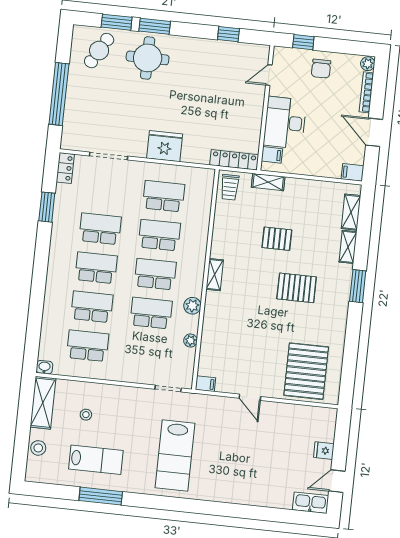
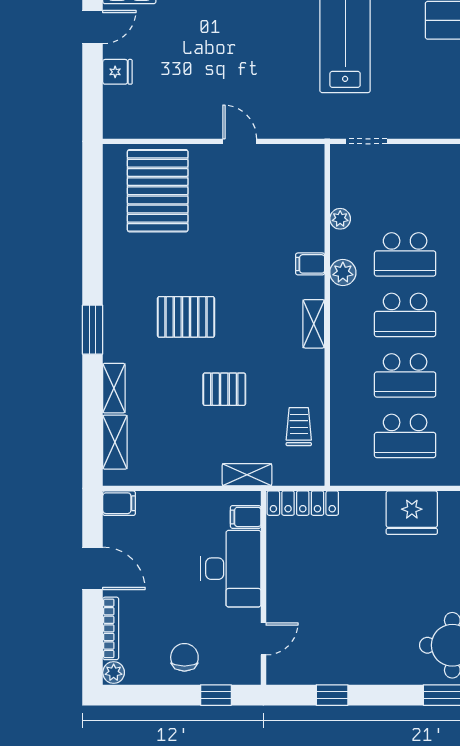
trolley: (230, 187) -> (299, 427), moved
filing cabinet: (205, 384) -> (310, 264), moved

